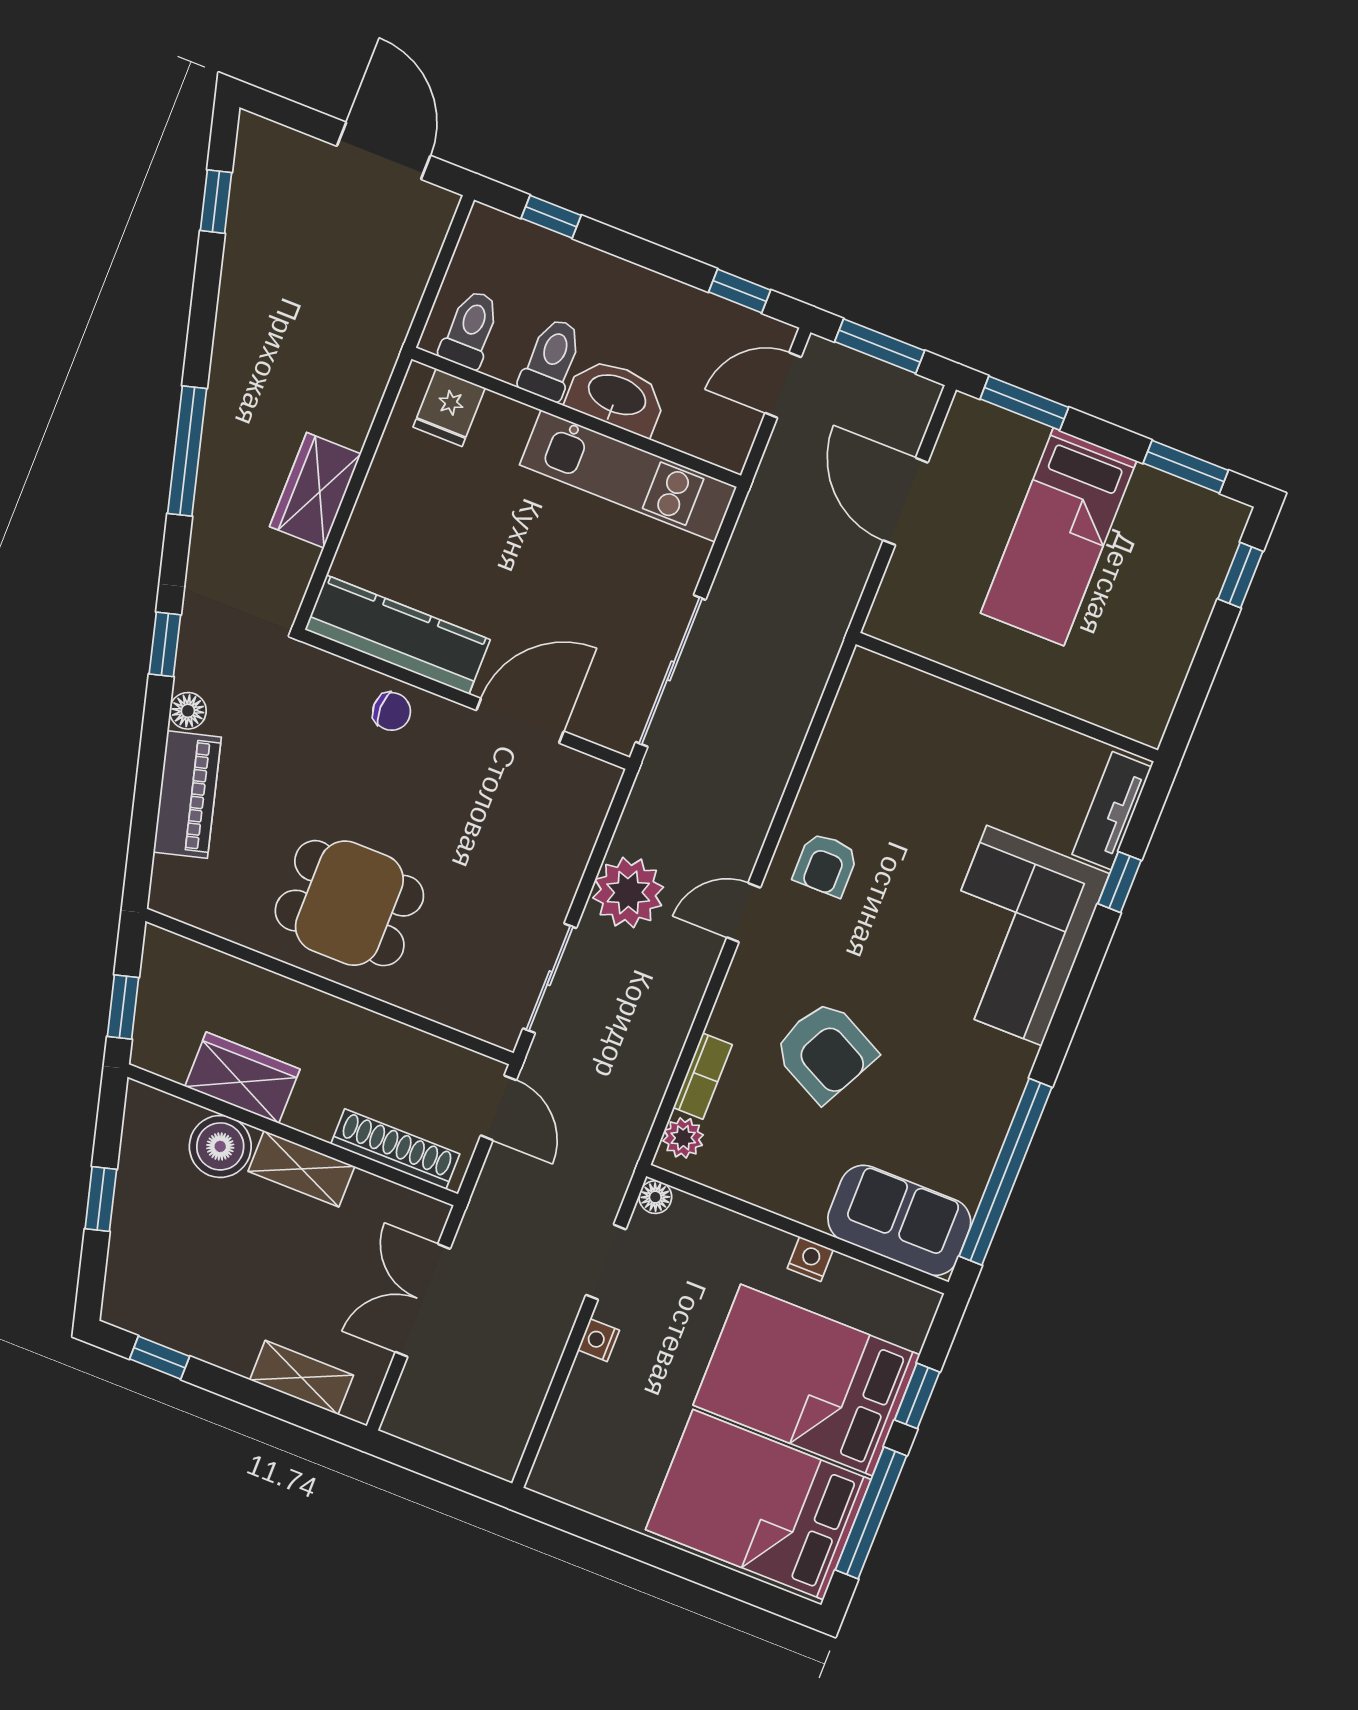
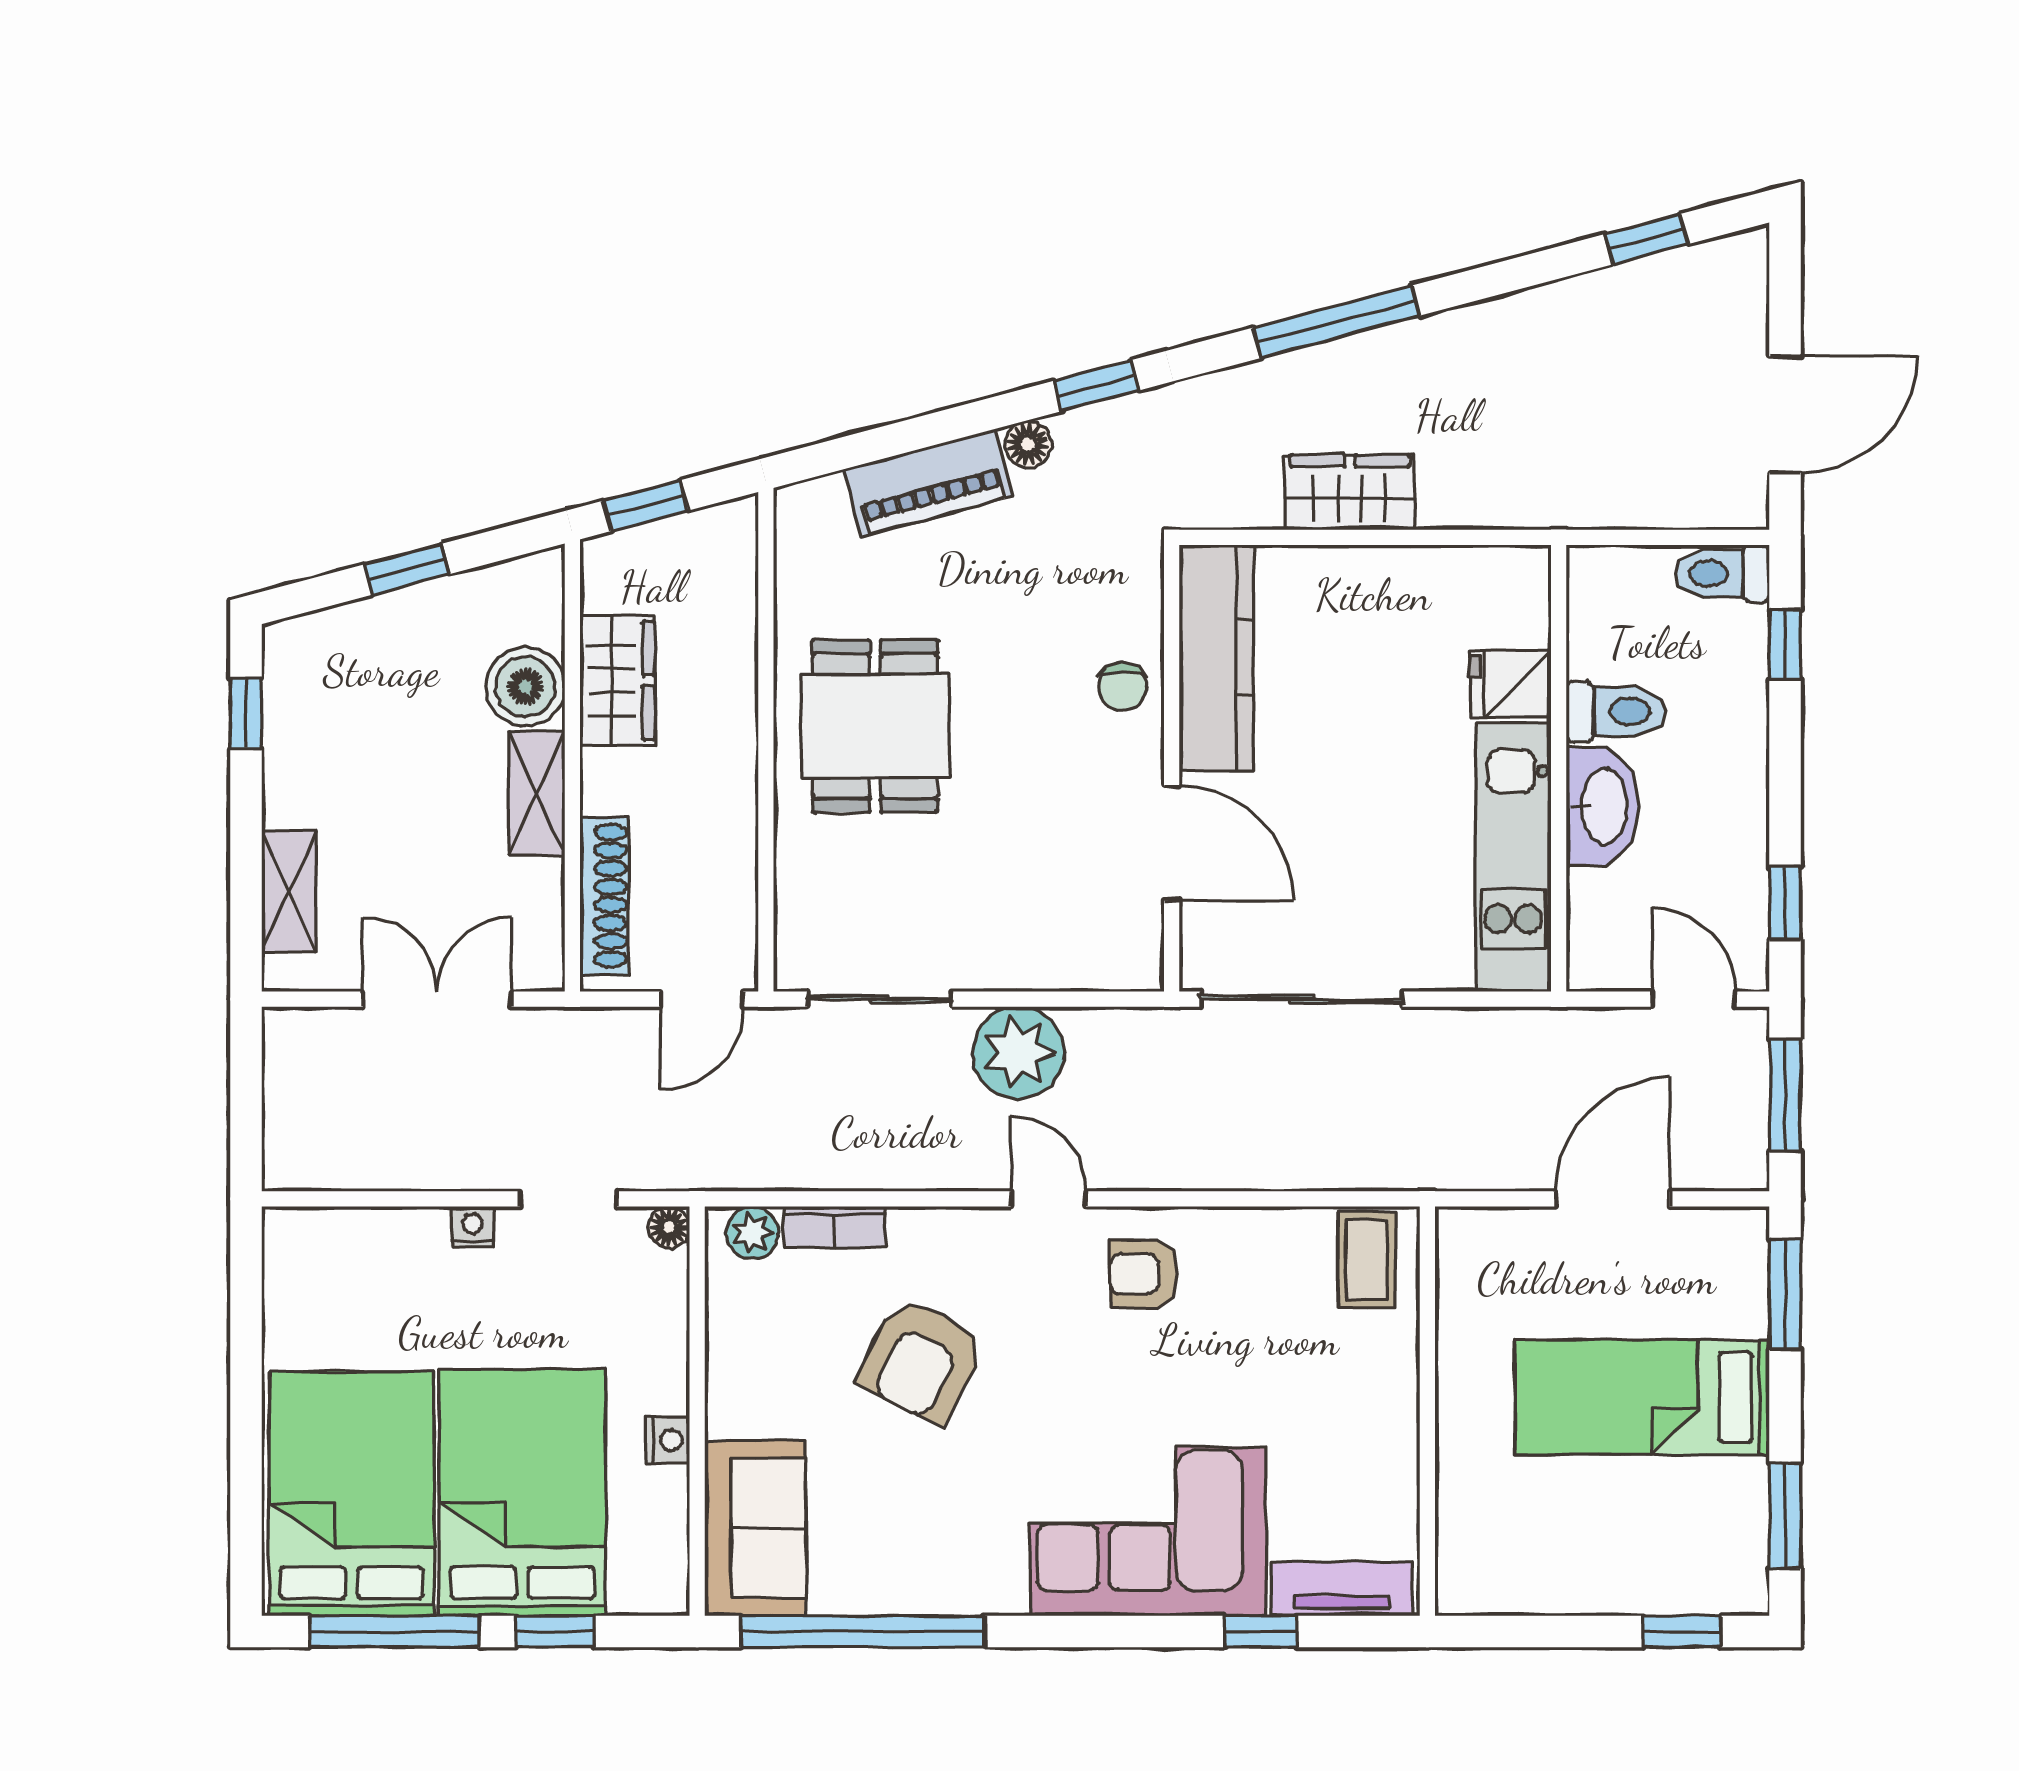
toilet: (470, 329) -> (1722, 574), moved, turned 180
fridge: (449, 407) -> (1511, 684), moved
coffee table: (879, 698) -> (1367, 1259), added

